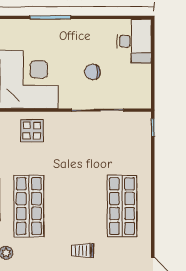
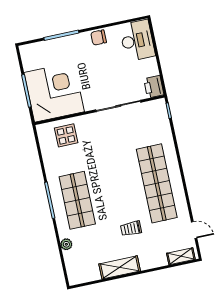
chair: (93, 72) -> (99, 38), moved
printer: (142, 97) -> (154, 87), added
shop shelf: (122, 206) -> (157, 183), width x1.40

